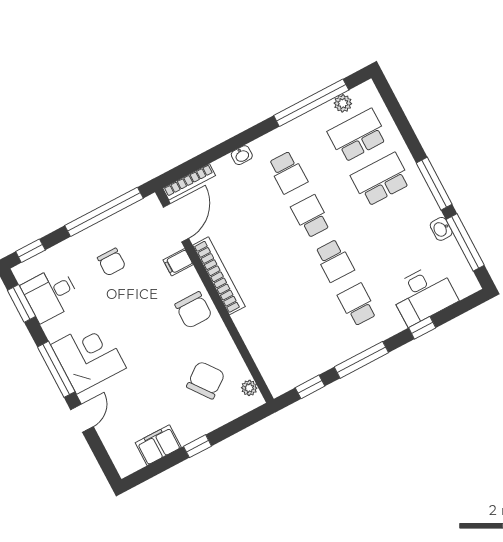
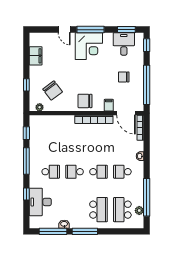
school desk: (358, 135) -> (122, 210), turned 180
window: (197, 446) -> (26, 85), moved

